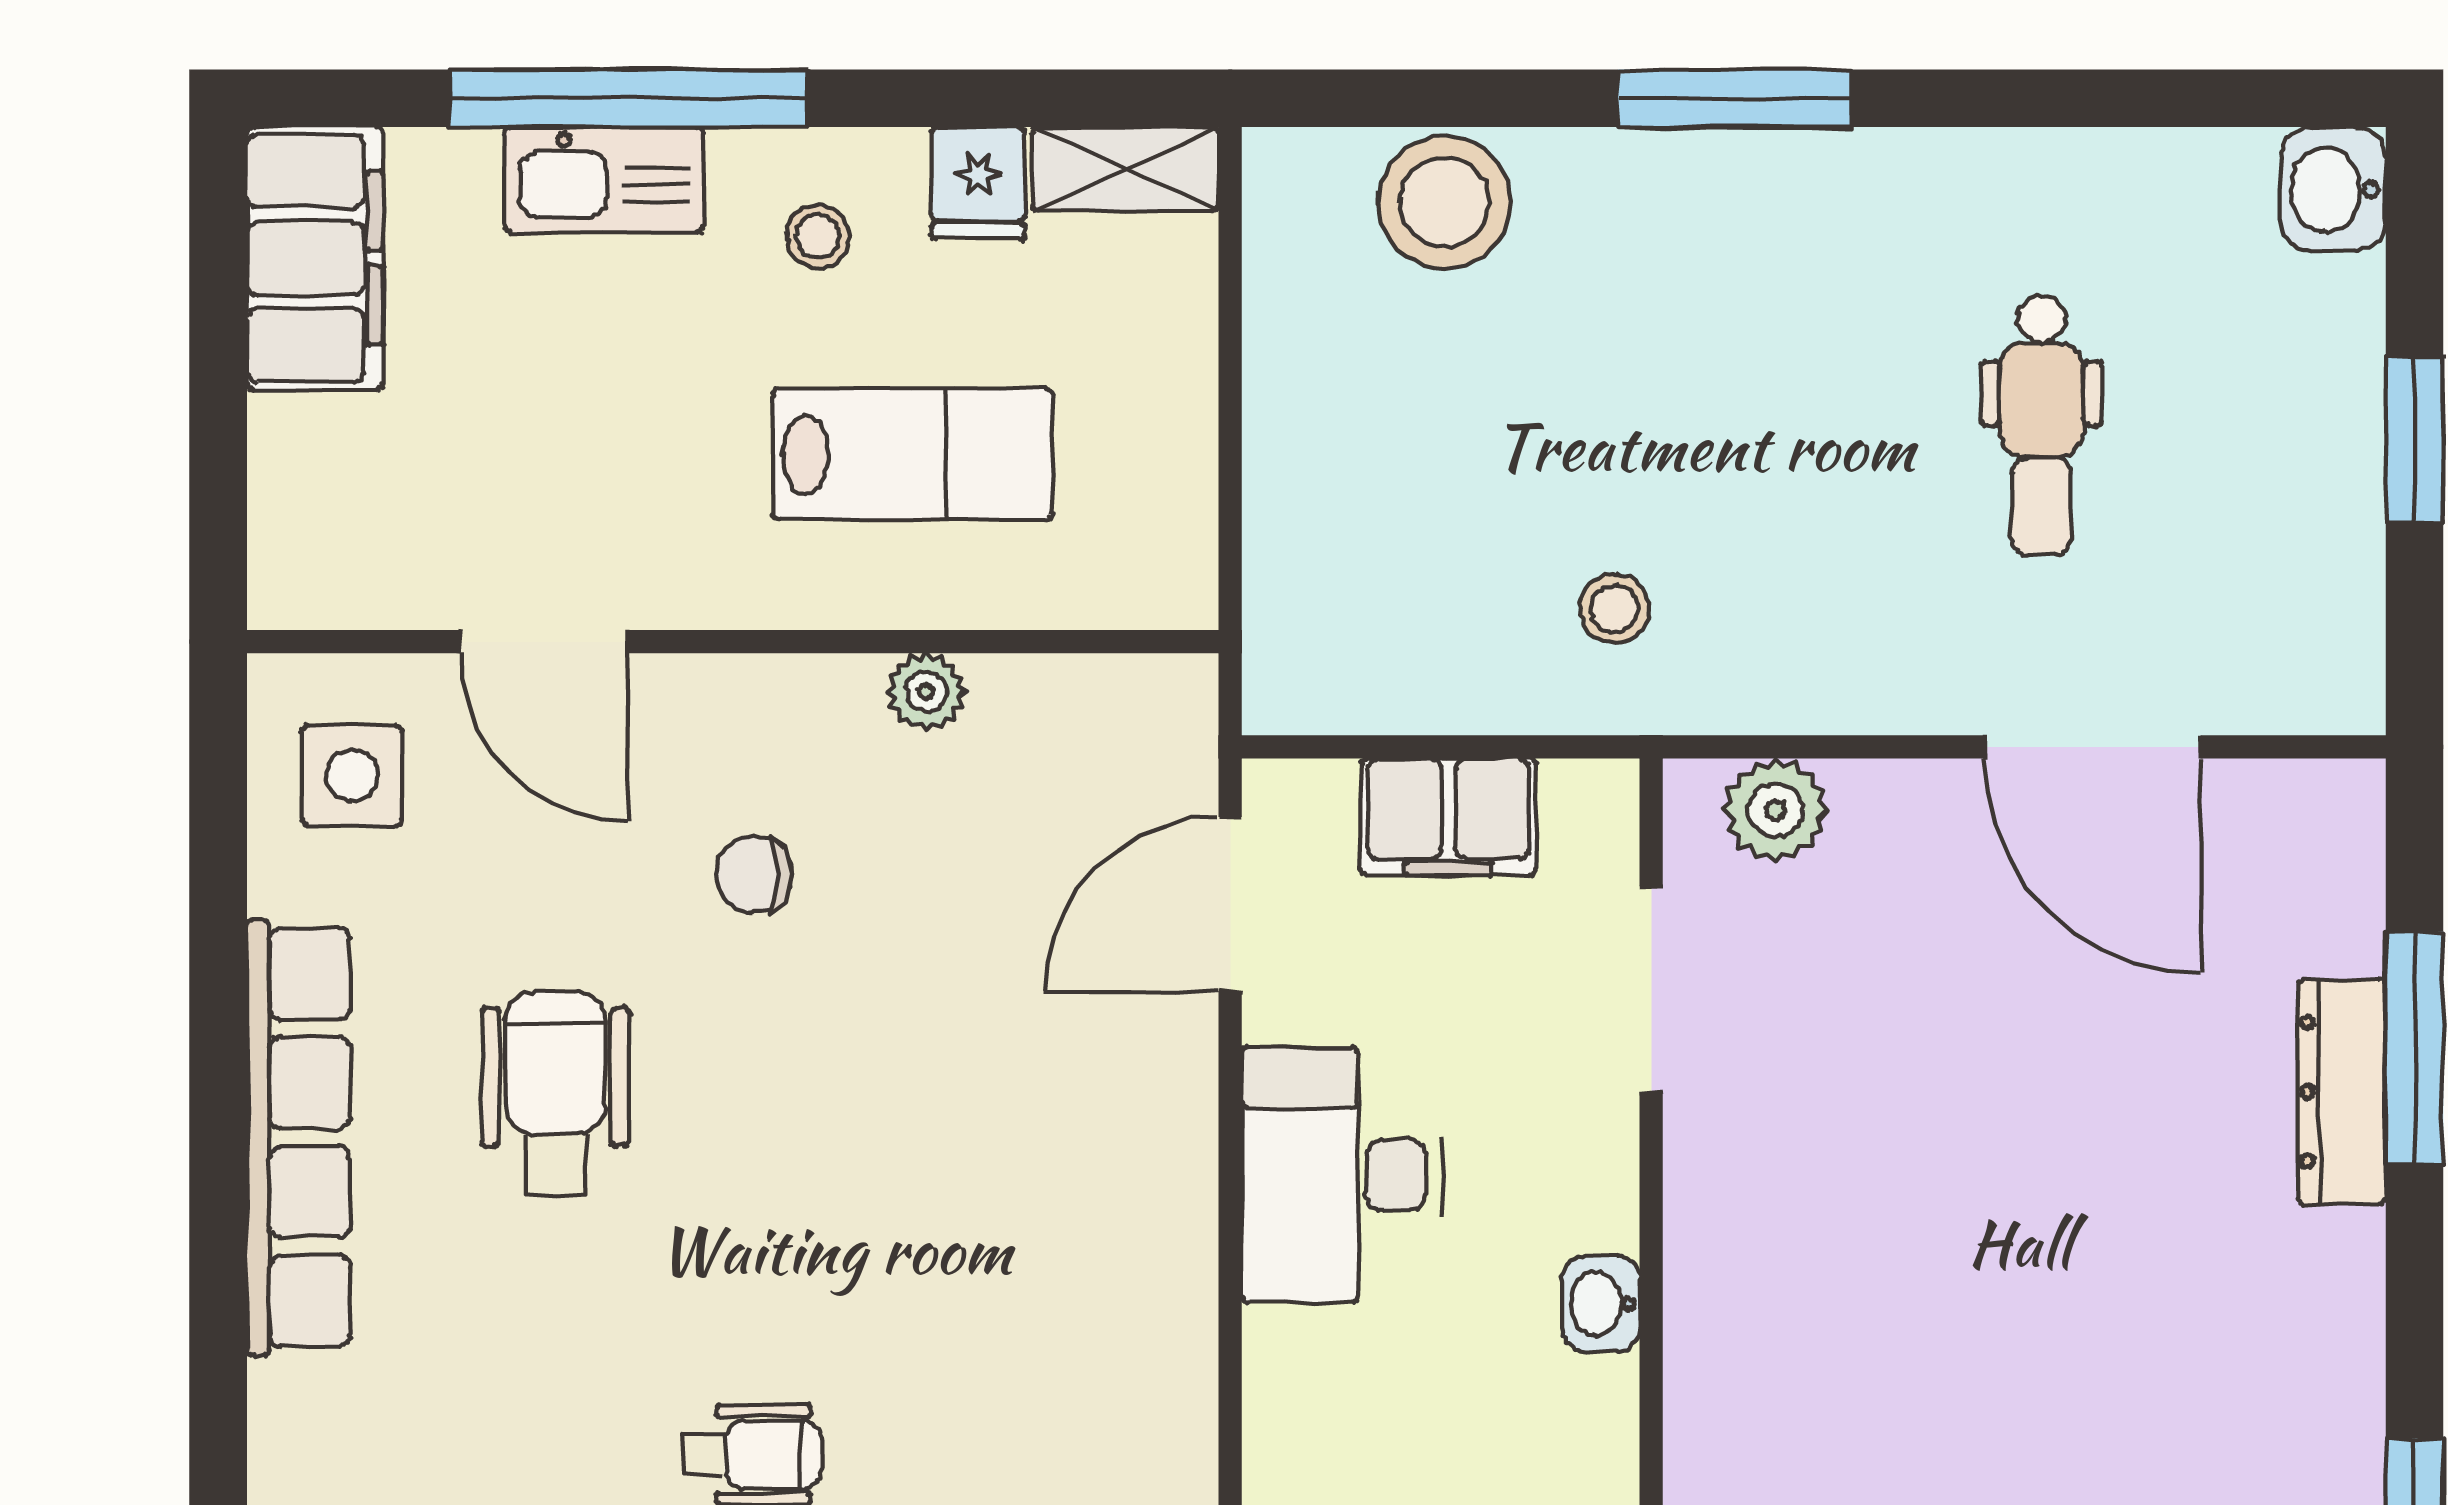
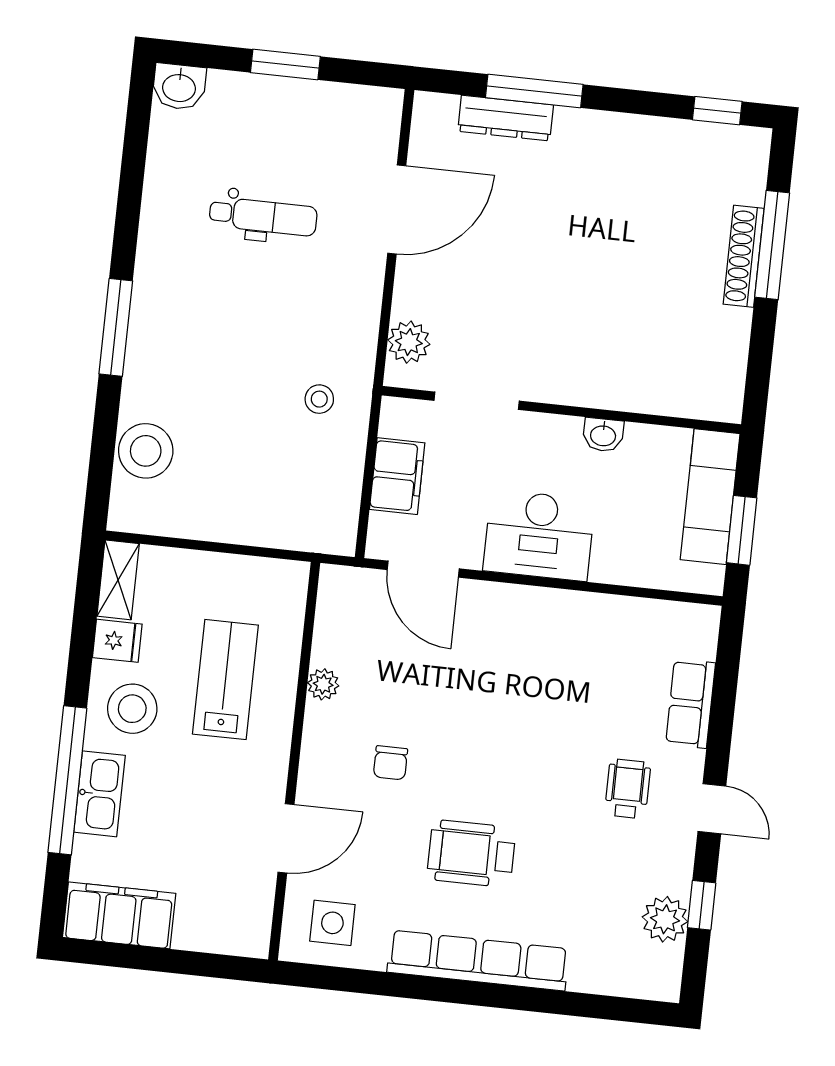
stool: (818, 237) -> (132, 709), width x1.89, depth x1.89
dresser: (2342, 1092) -> (506, 118), moved

